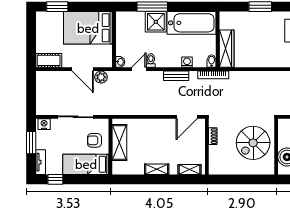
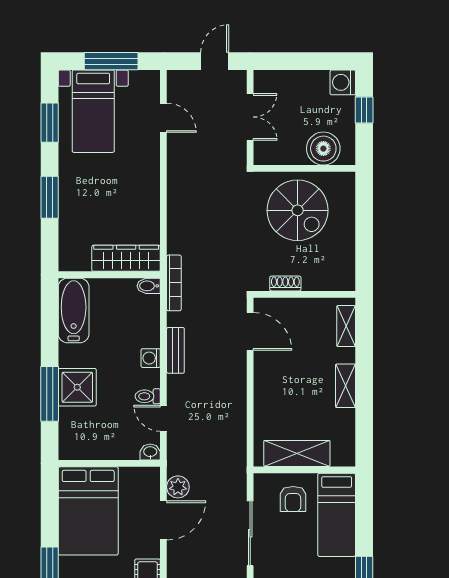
bathtub: (192, 23) -> (74, 310), width x0.73, depth x0.73
washing machine: (187, 62) -> (151, 358), moved

